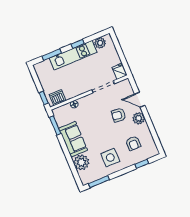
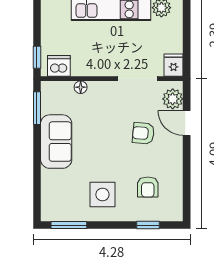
plant: (139, 118) -> (173, 99), moved
plant: (81, 162) -> (54, 183), removed

